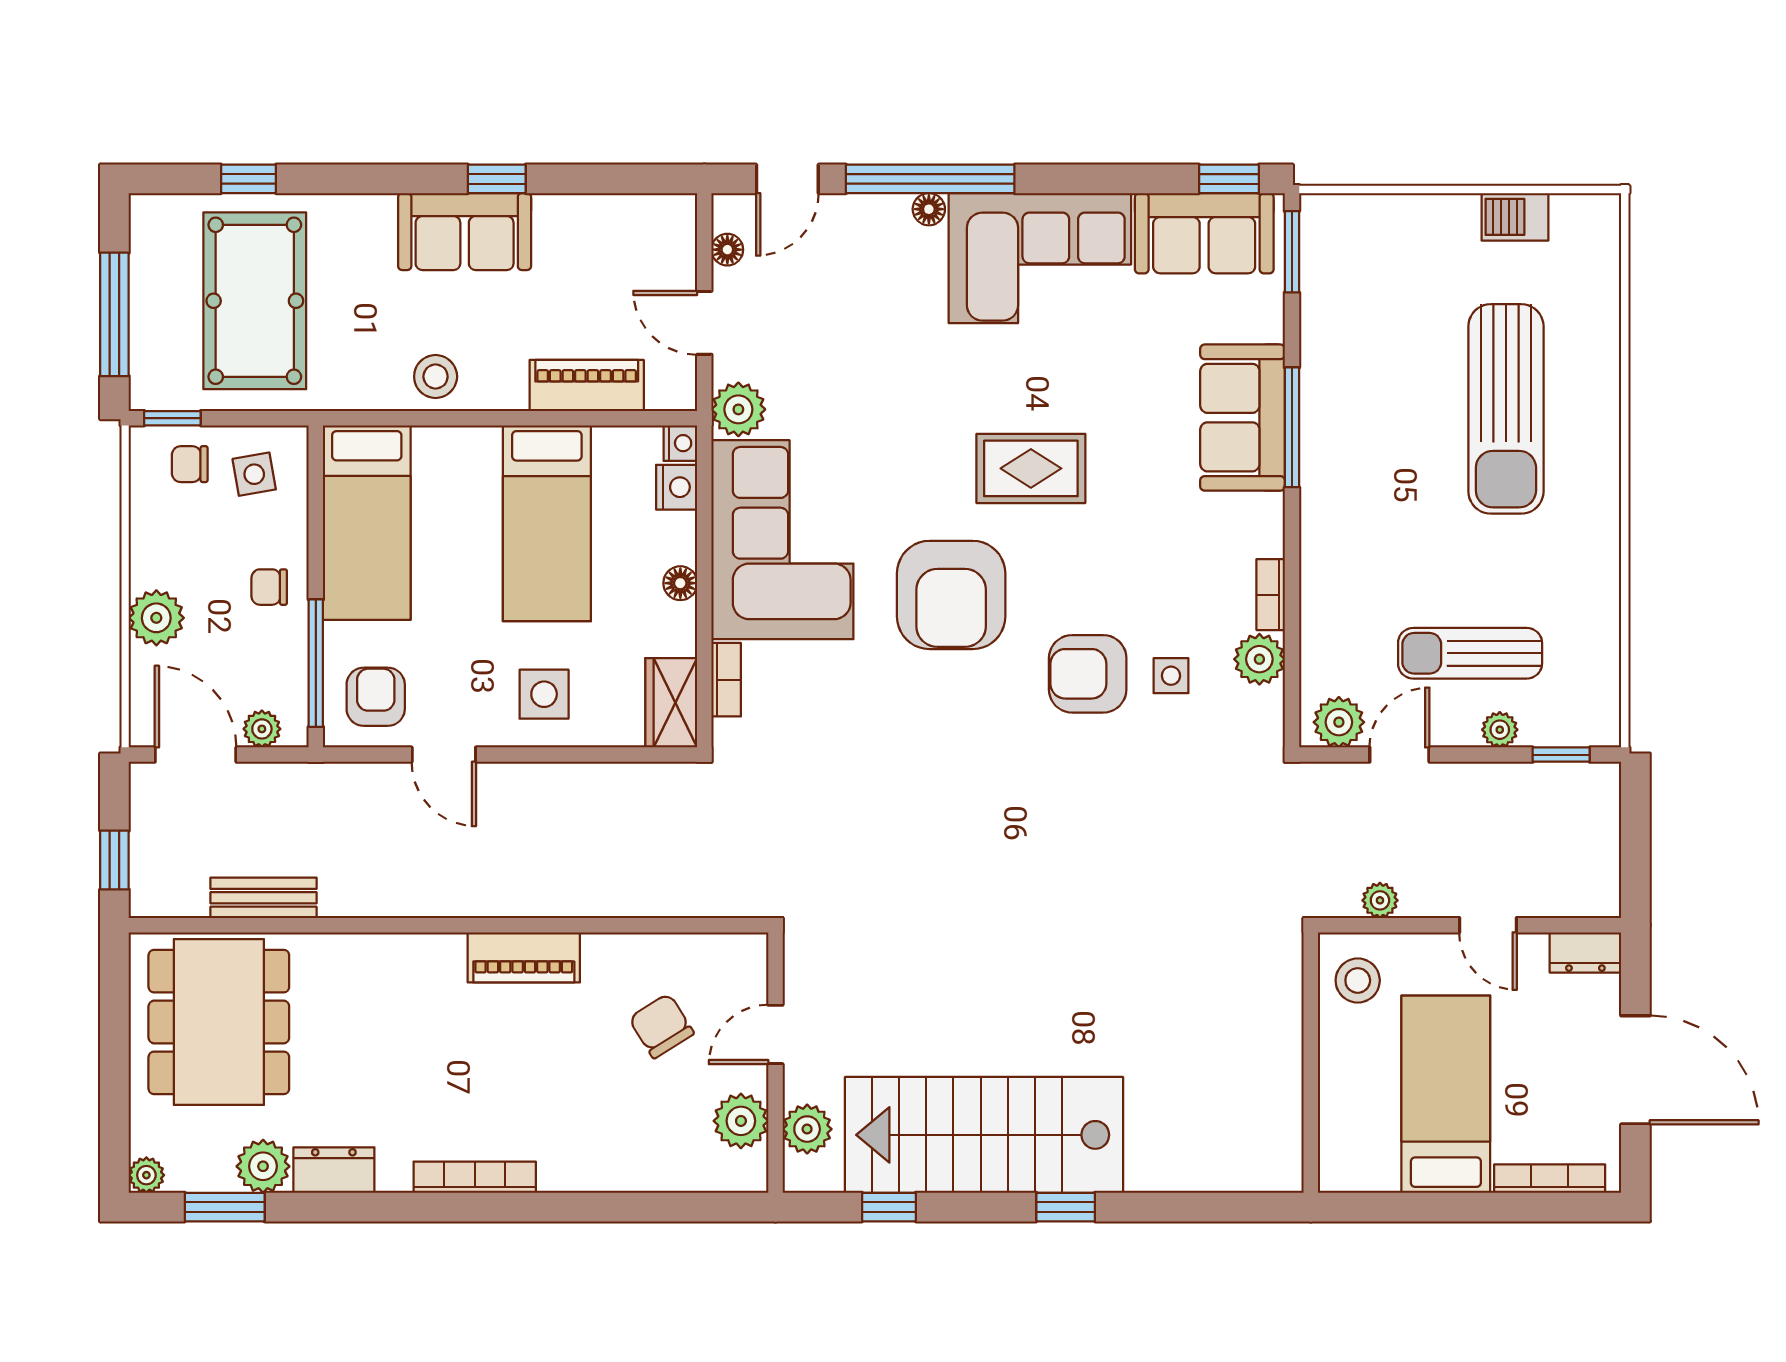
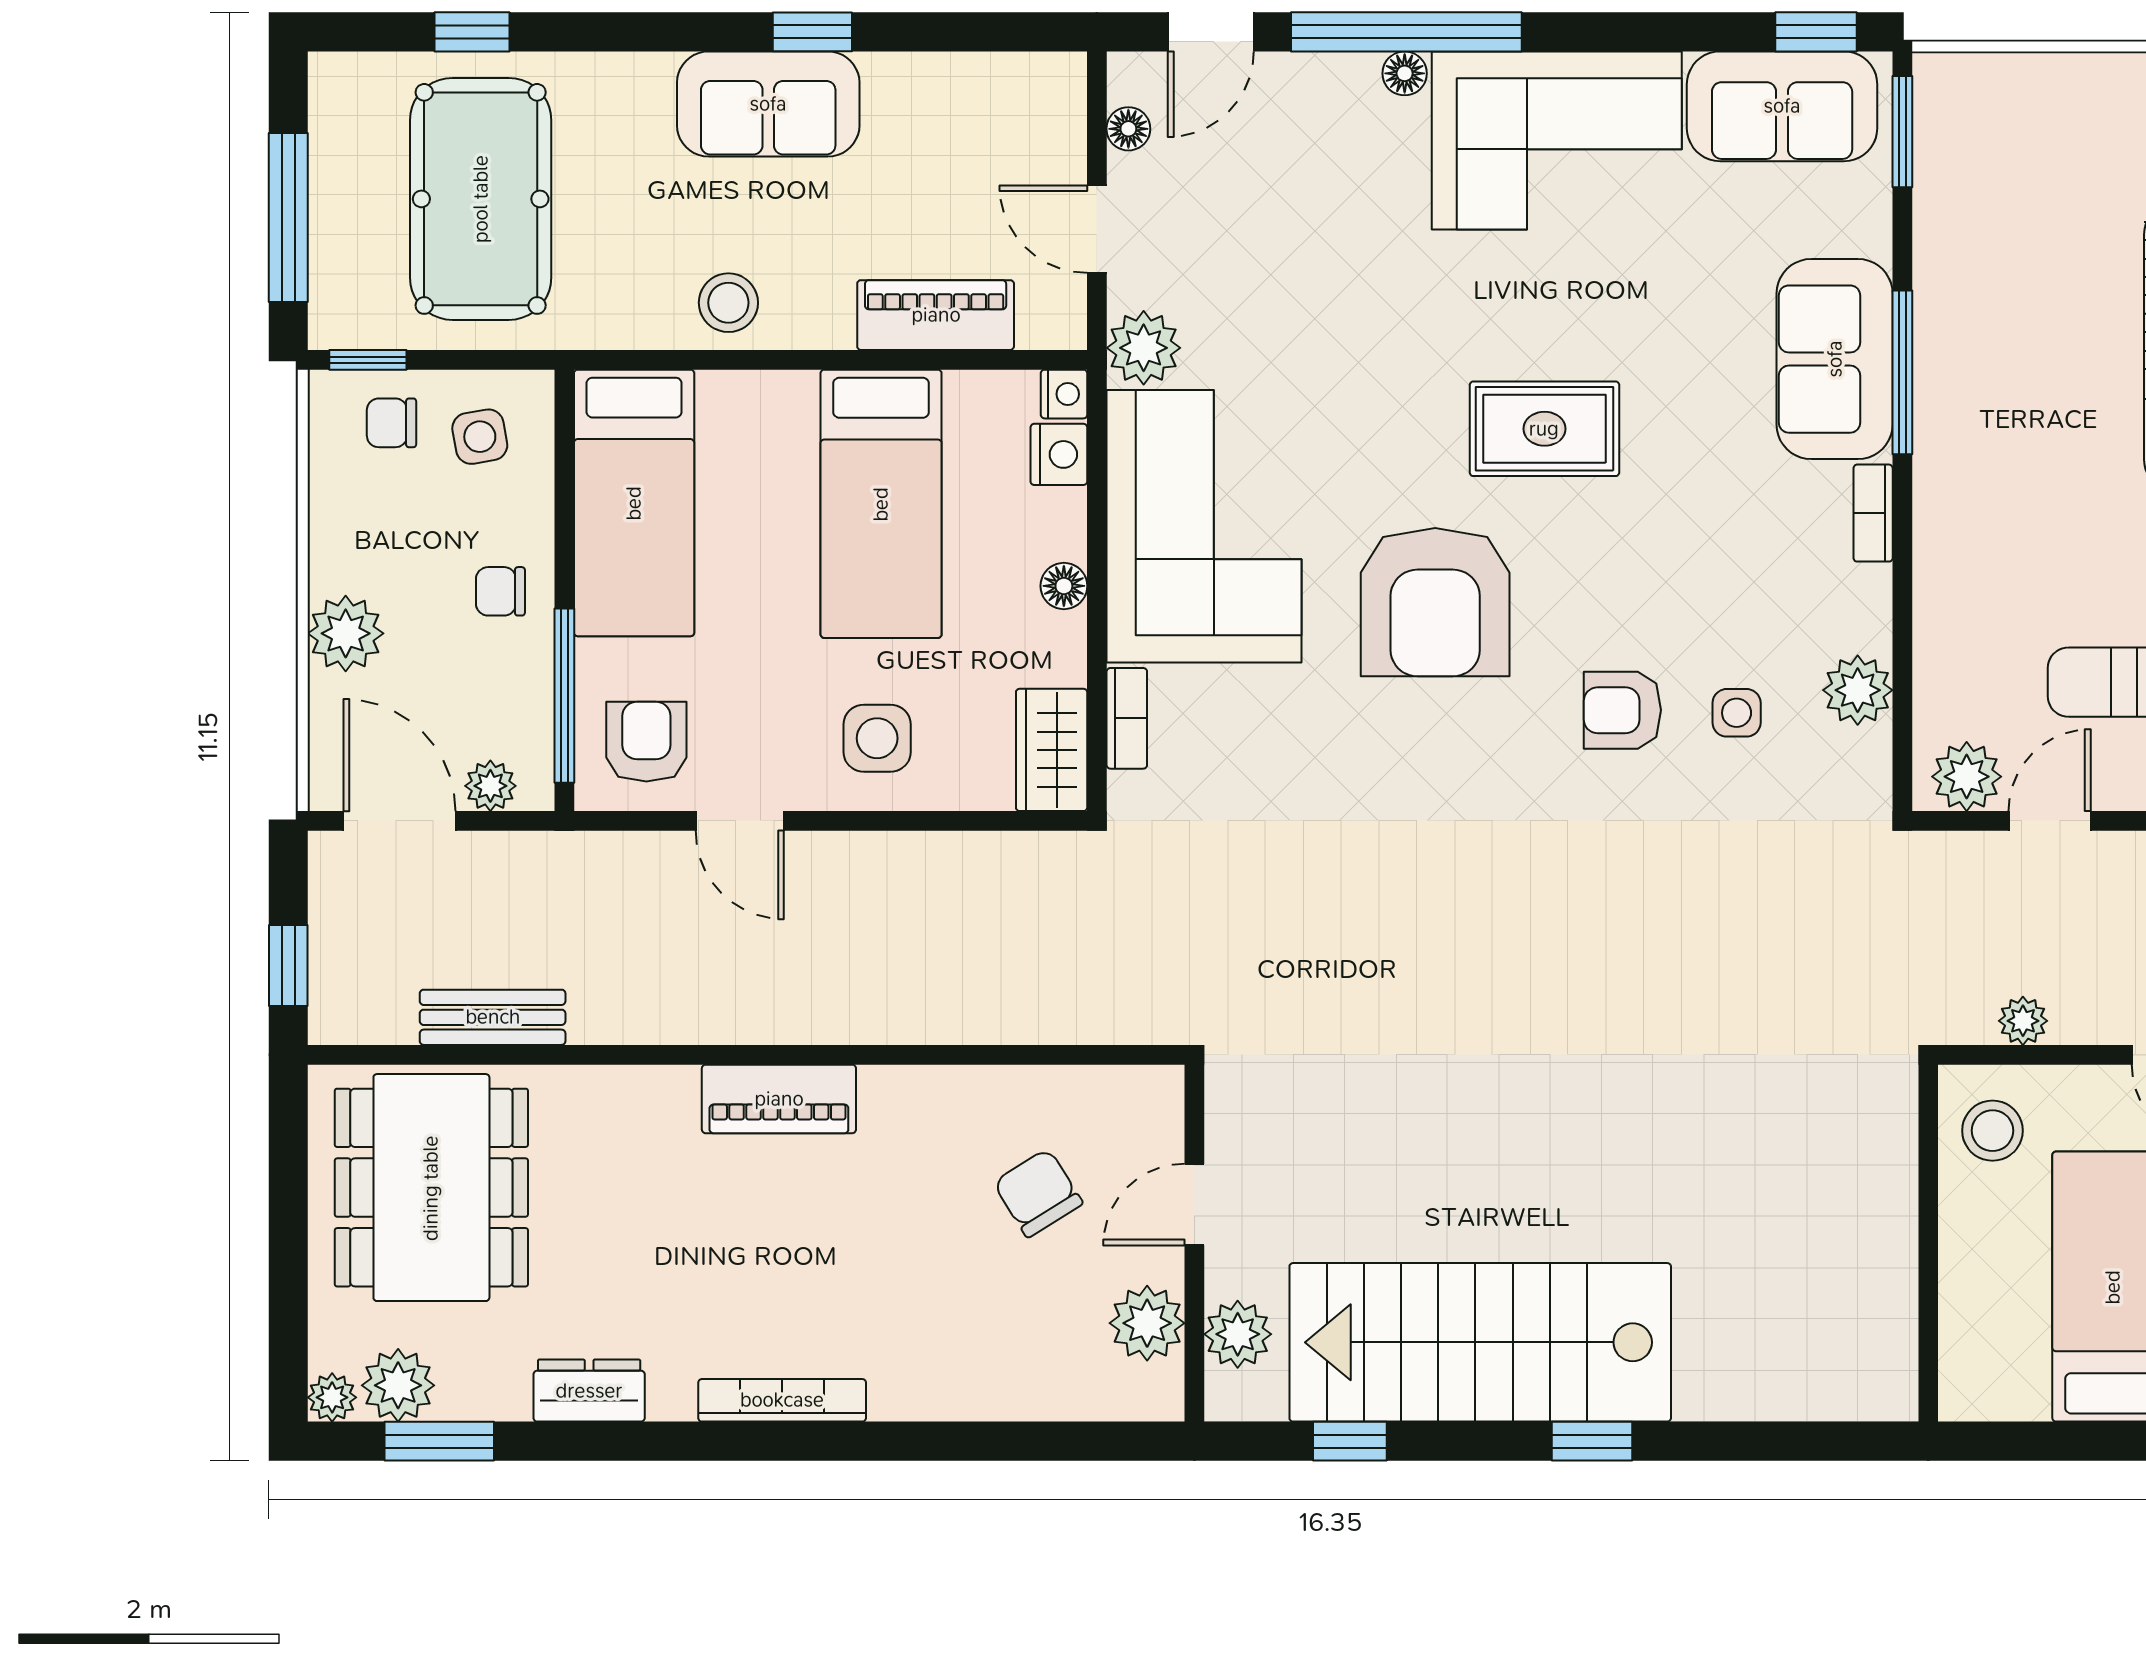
bookcase: (1271, 595) -> (1873, 513), moved
armchair: (1088, 674) -> (1622, 710), width x0.72, depth x0.72
piano: (524, 957) -> (779, 1099), moved
plant: (263, 1166) -> (398, 1385), moved

